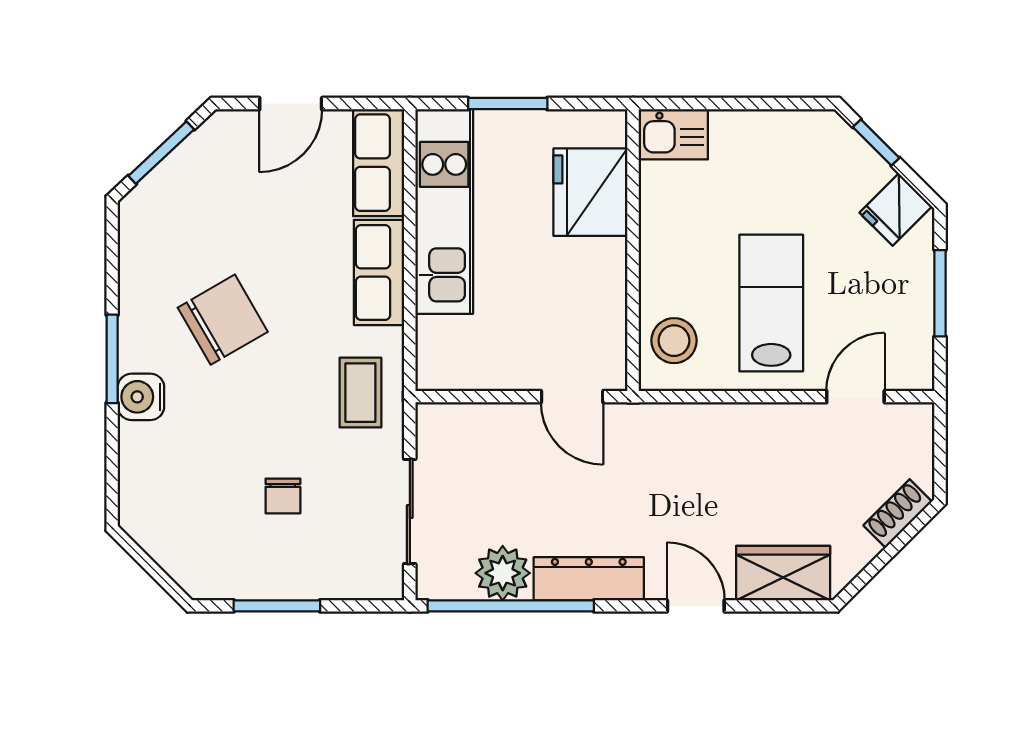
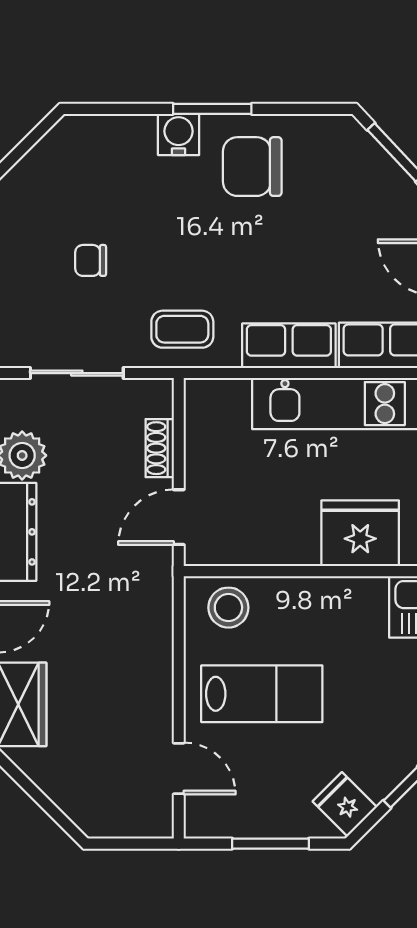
chair: (223, 320) -> (252, 167), moved, turned 120
shoe rack: (898, 513) -> (160, 448), moved, turned -135

